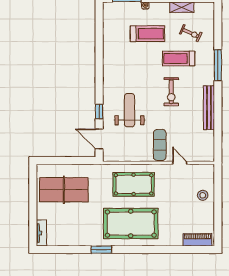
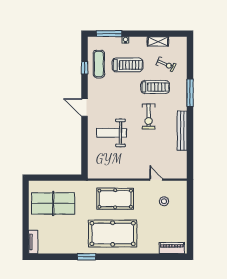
treadmill: (179, 58) -> (155, 87), turned 180
weight bench: (130, 110) -> (112, 133), turned -90
window: (99, 112) -> (85, 68), moved
door: (99, 139) -> (85, 108), moved
exercise mat: (160, 145) -> (99, 64), moved
stool: (203, 195) -> (164, 201), moved

